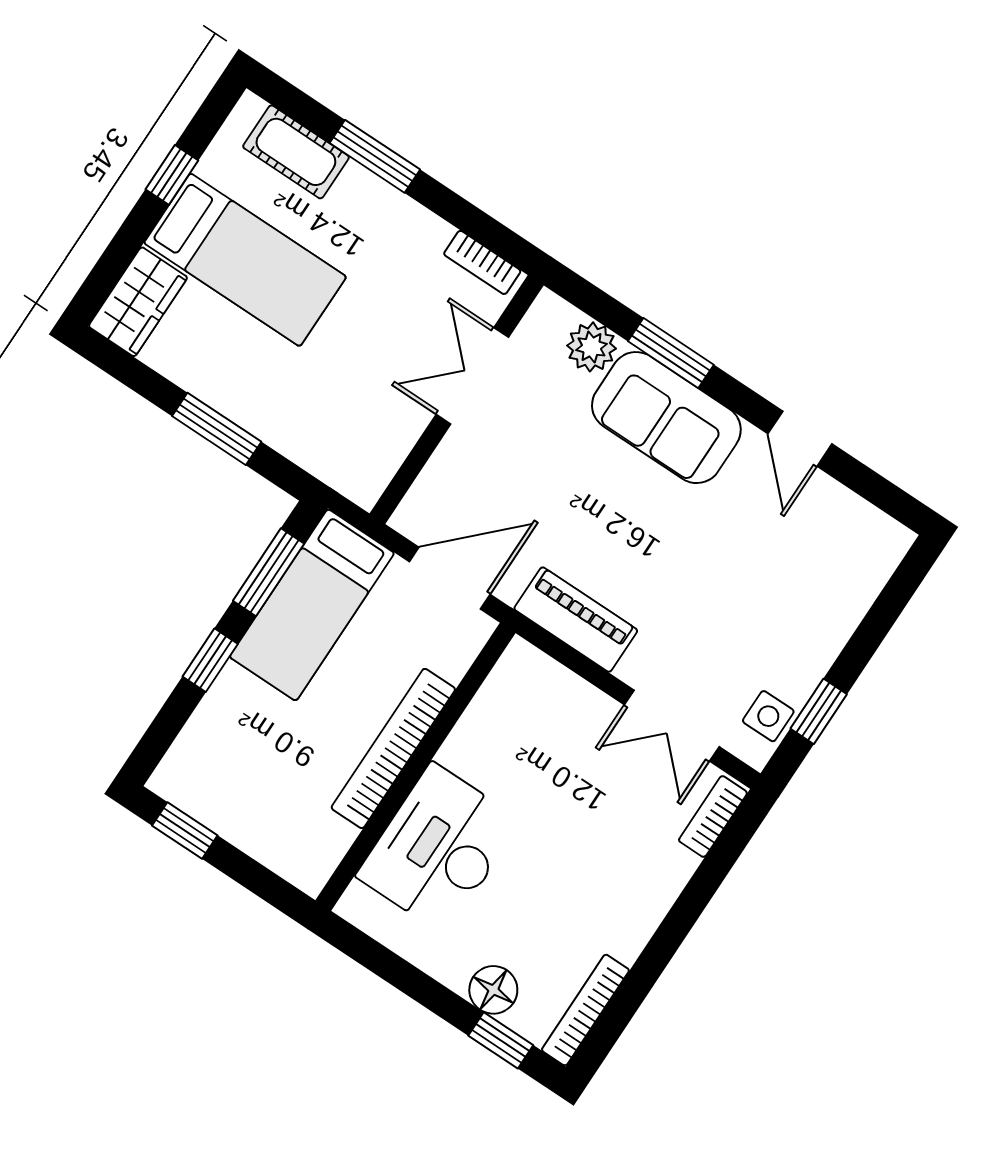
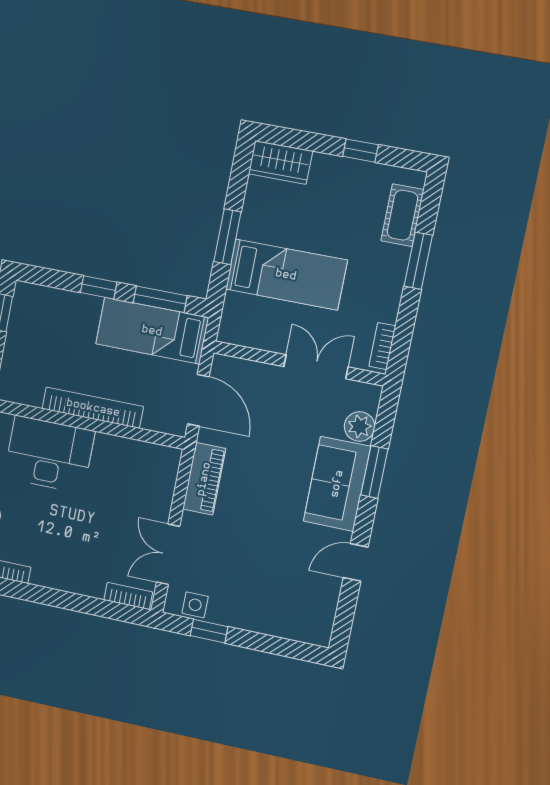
bed: (245, 260) -> (286, 275), moved, turned -90

